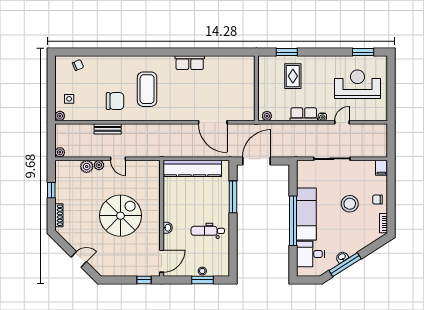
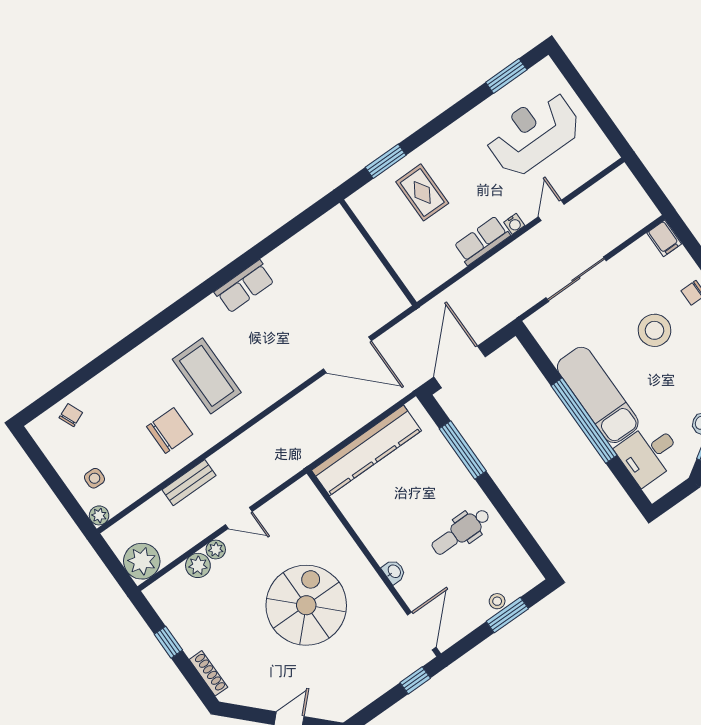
plant: (267, 116) -> (426, 284), removed
plant: (60, 152) -> (142, 561), width x1.88, depth x1.88

